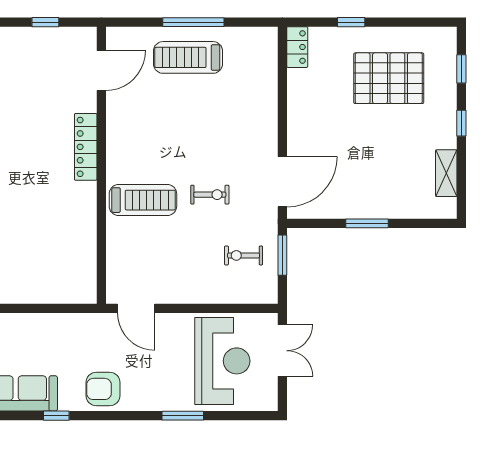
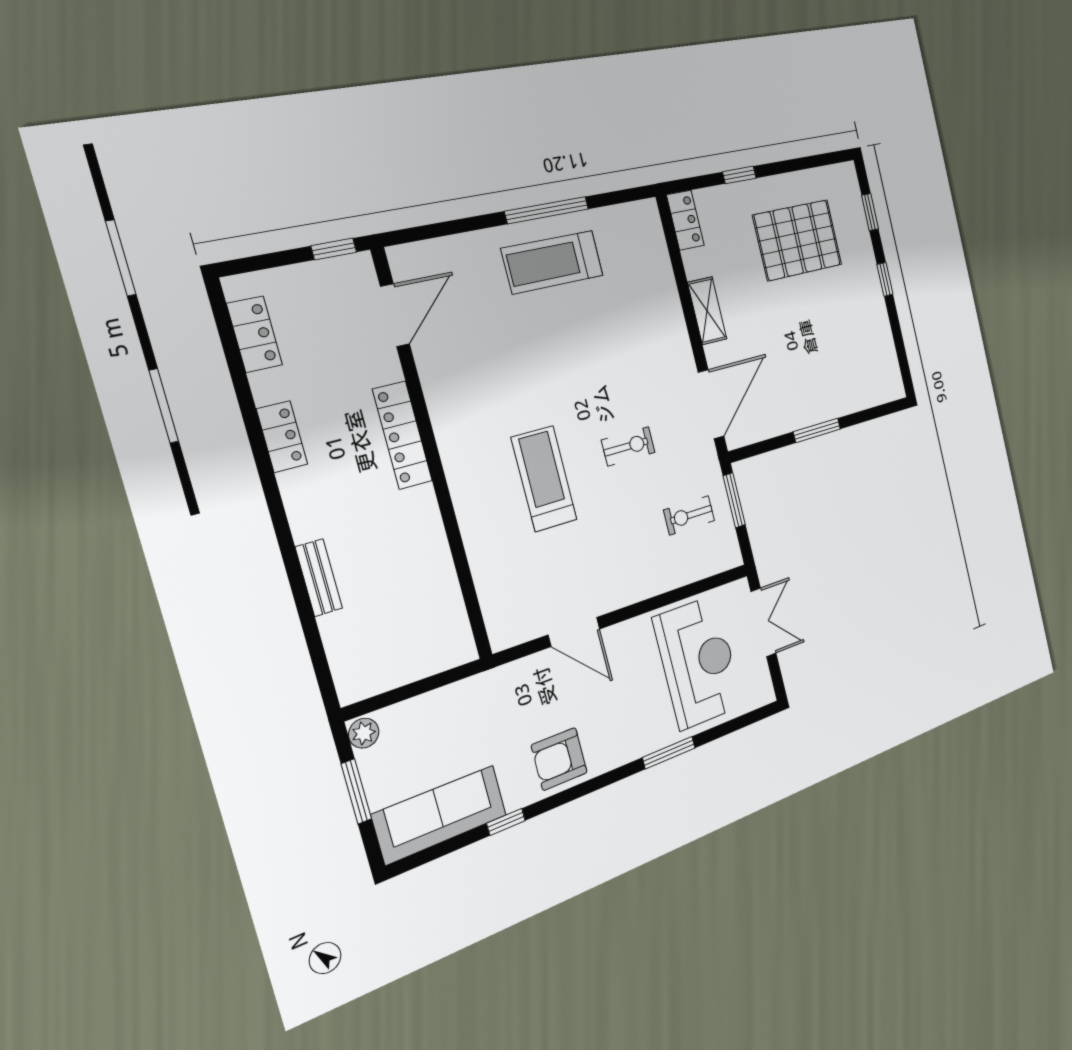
door: (101, 71) -> (395, 315), moved
locker: (86, 147) -> (402, 435), moved
wall: (101, 165) -> (433, 456), moved
shelving: (446, 173) -> (707, 311), moved
treadmill: (143, 200) -> (544, 479), turned -90

